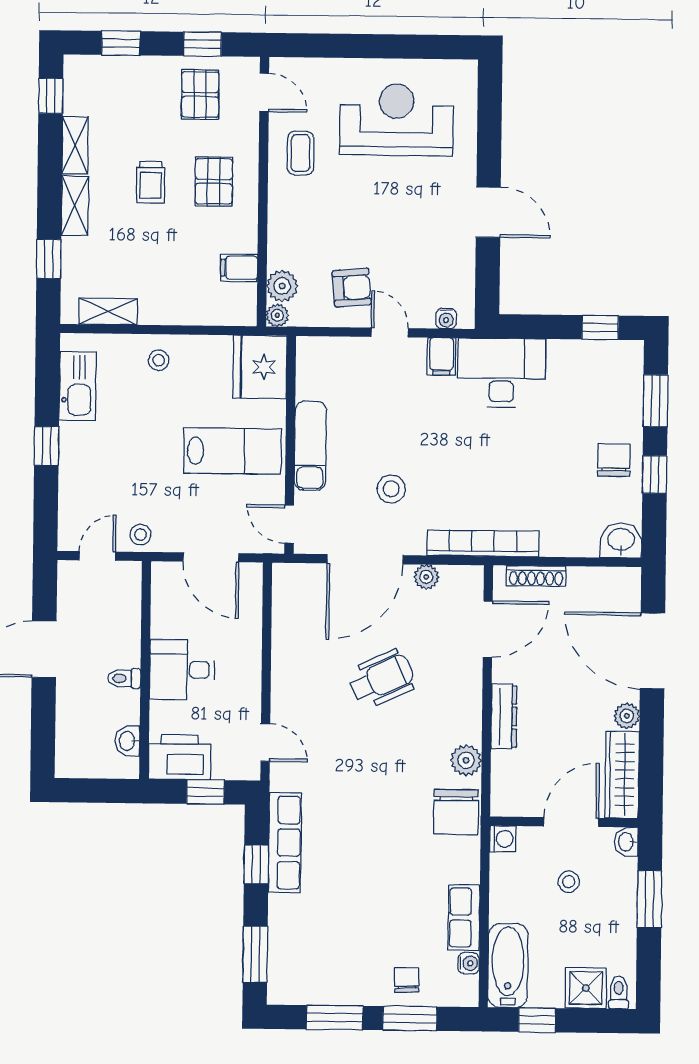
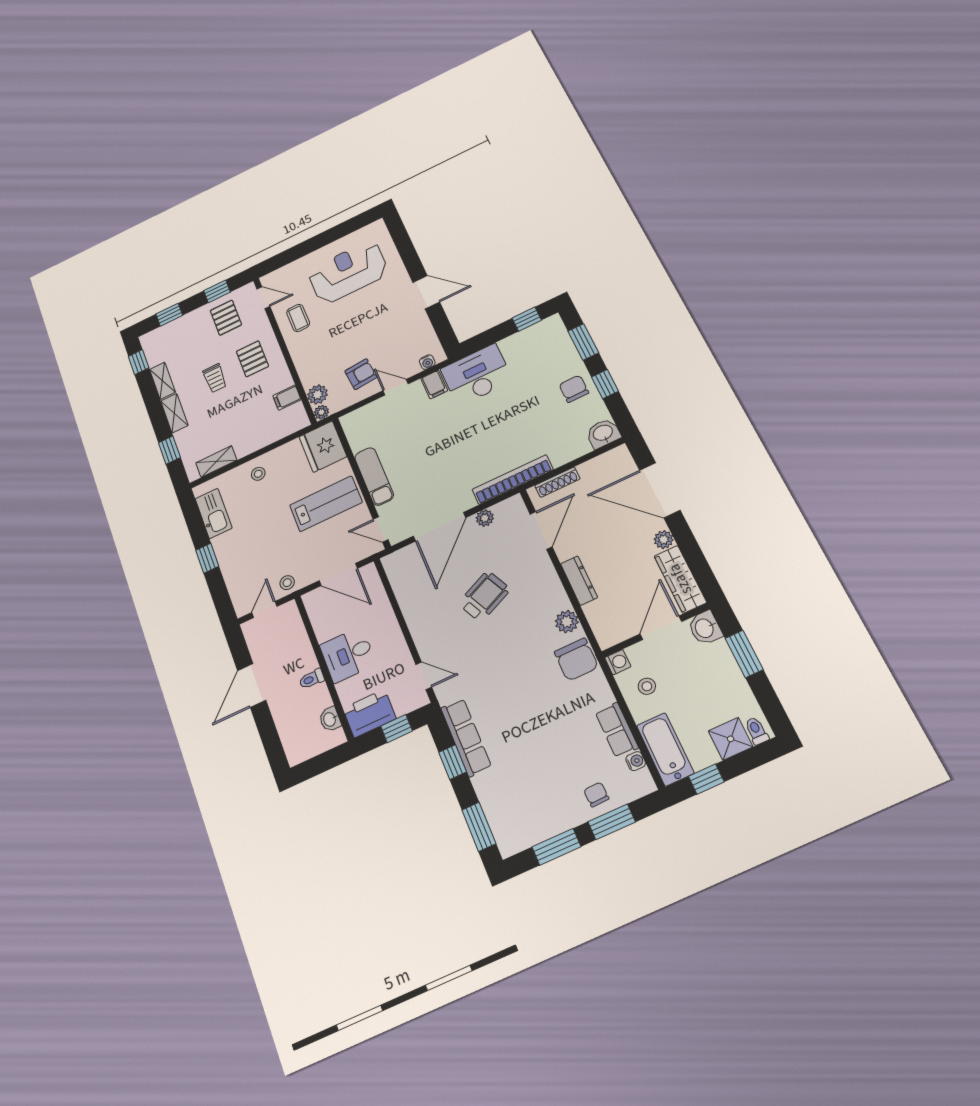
stool: (391, 489) -> (437, 476), removed
washbasin: (626, 842) -> (705, 628), width x1.38, depth x1.45
stool: (569, 882) -> (647, 686), moved

